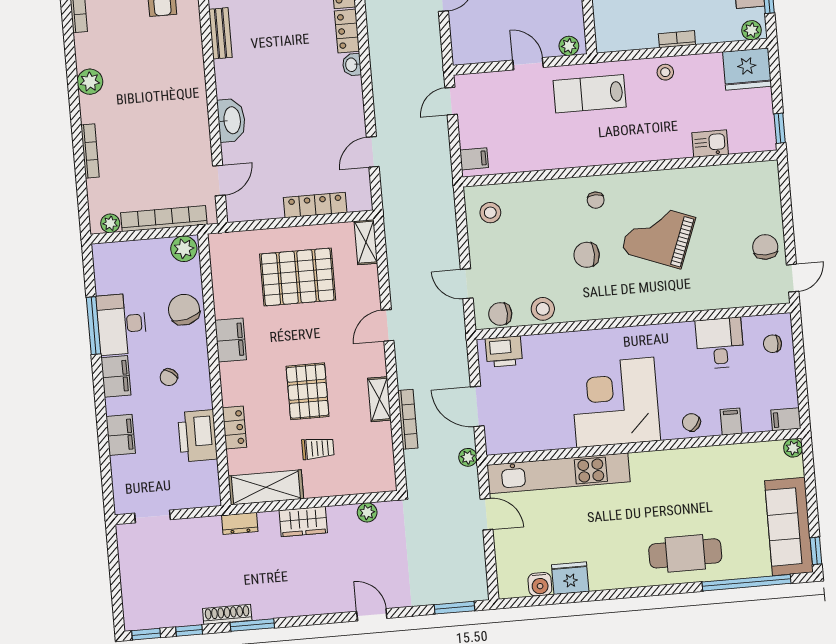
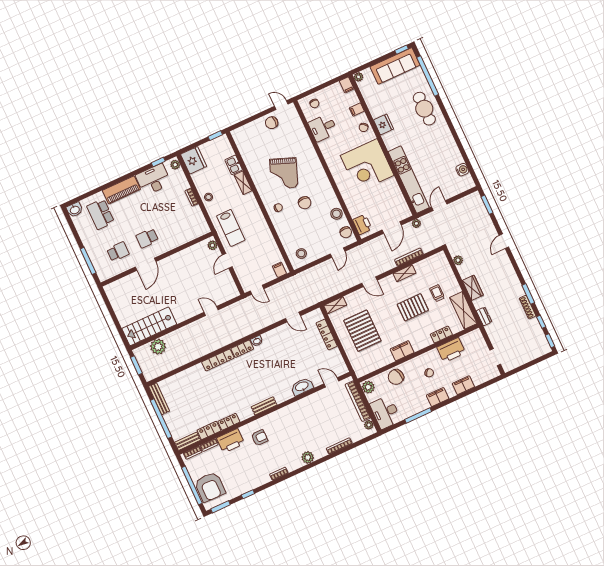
shelving: (669, 149) -> (243, 183), added
desk: (122, 324) -> (385, 412), moved, turned 90
fridge: (570, 578) -> (384, 124), moved, turned 180

